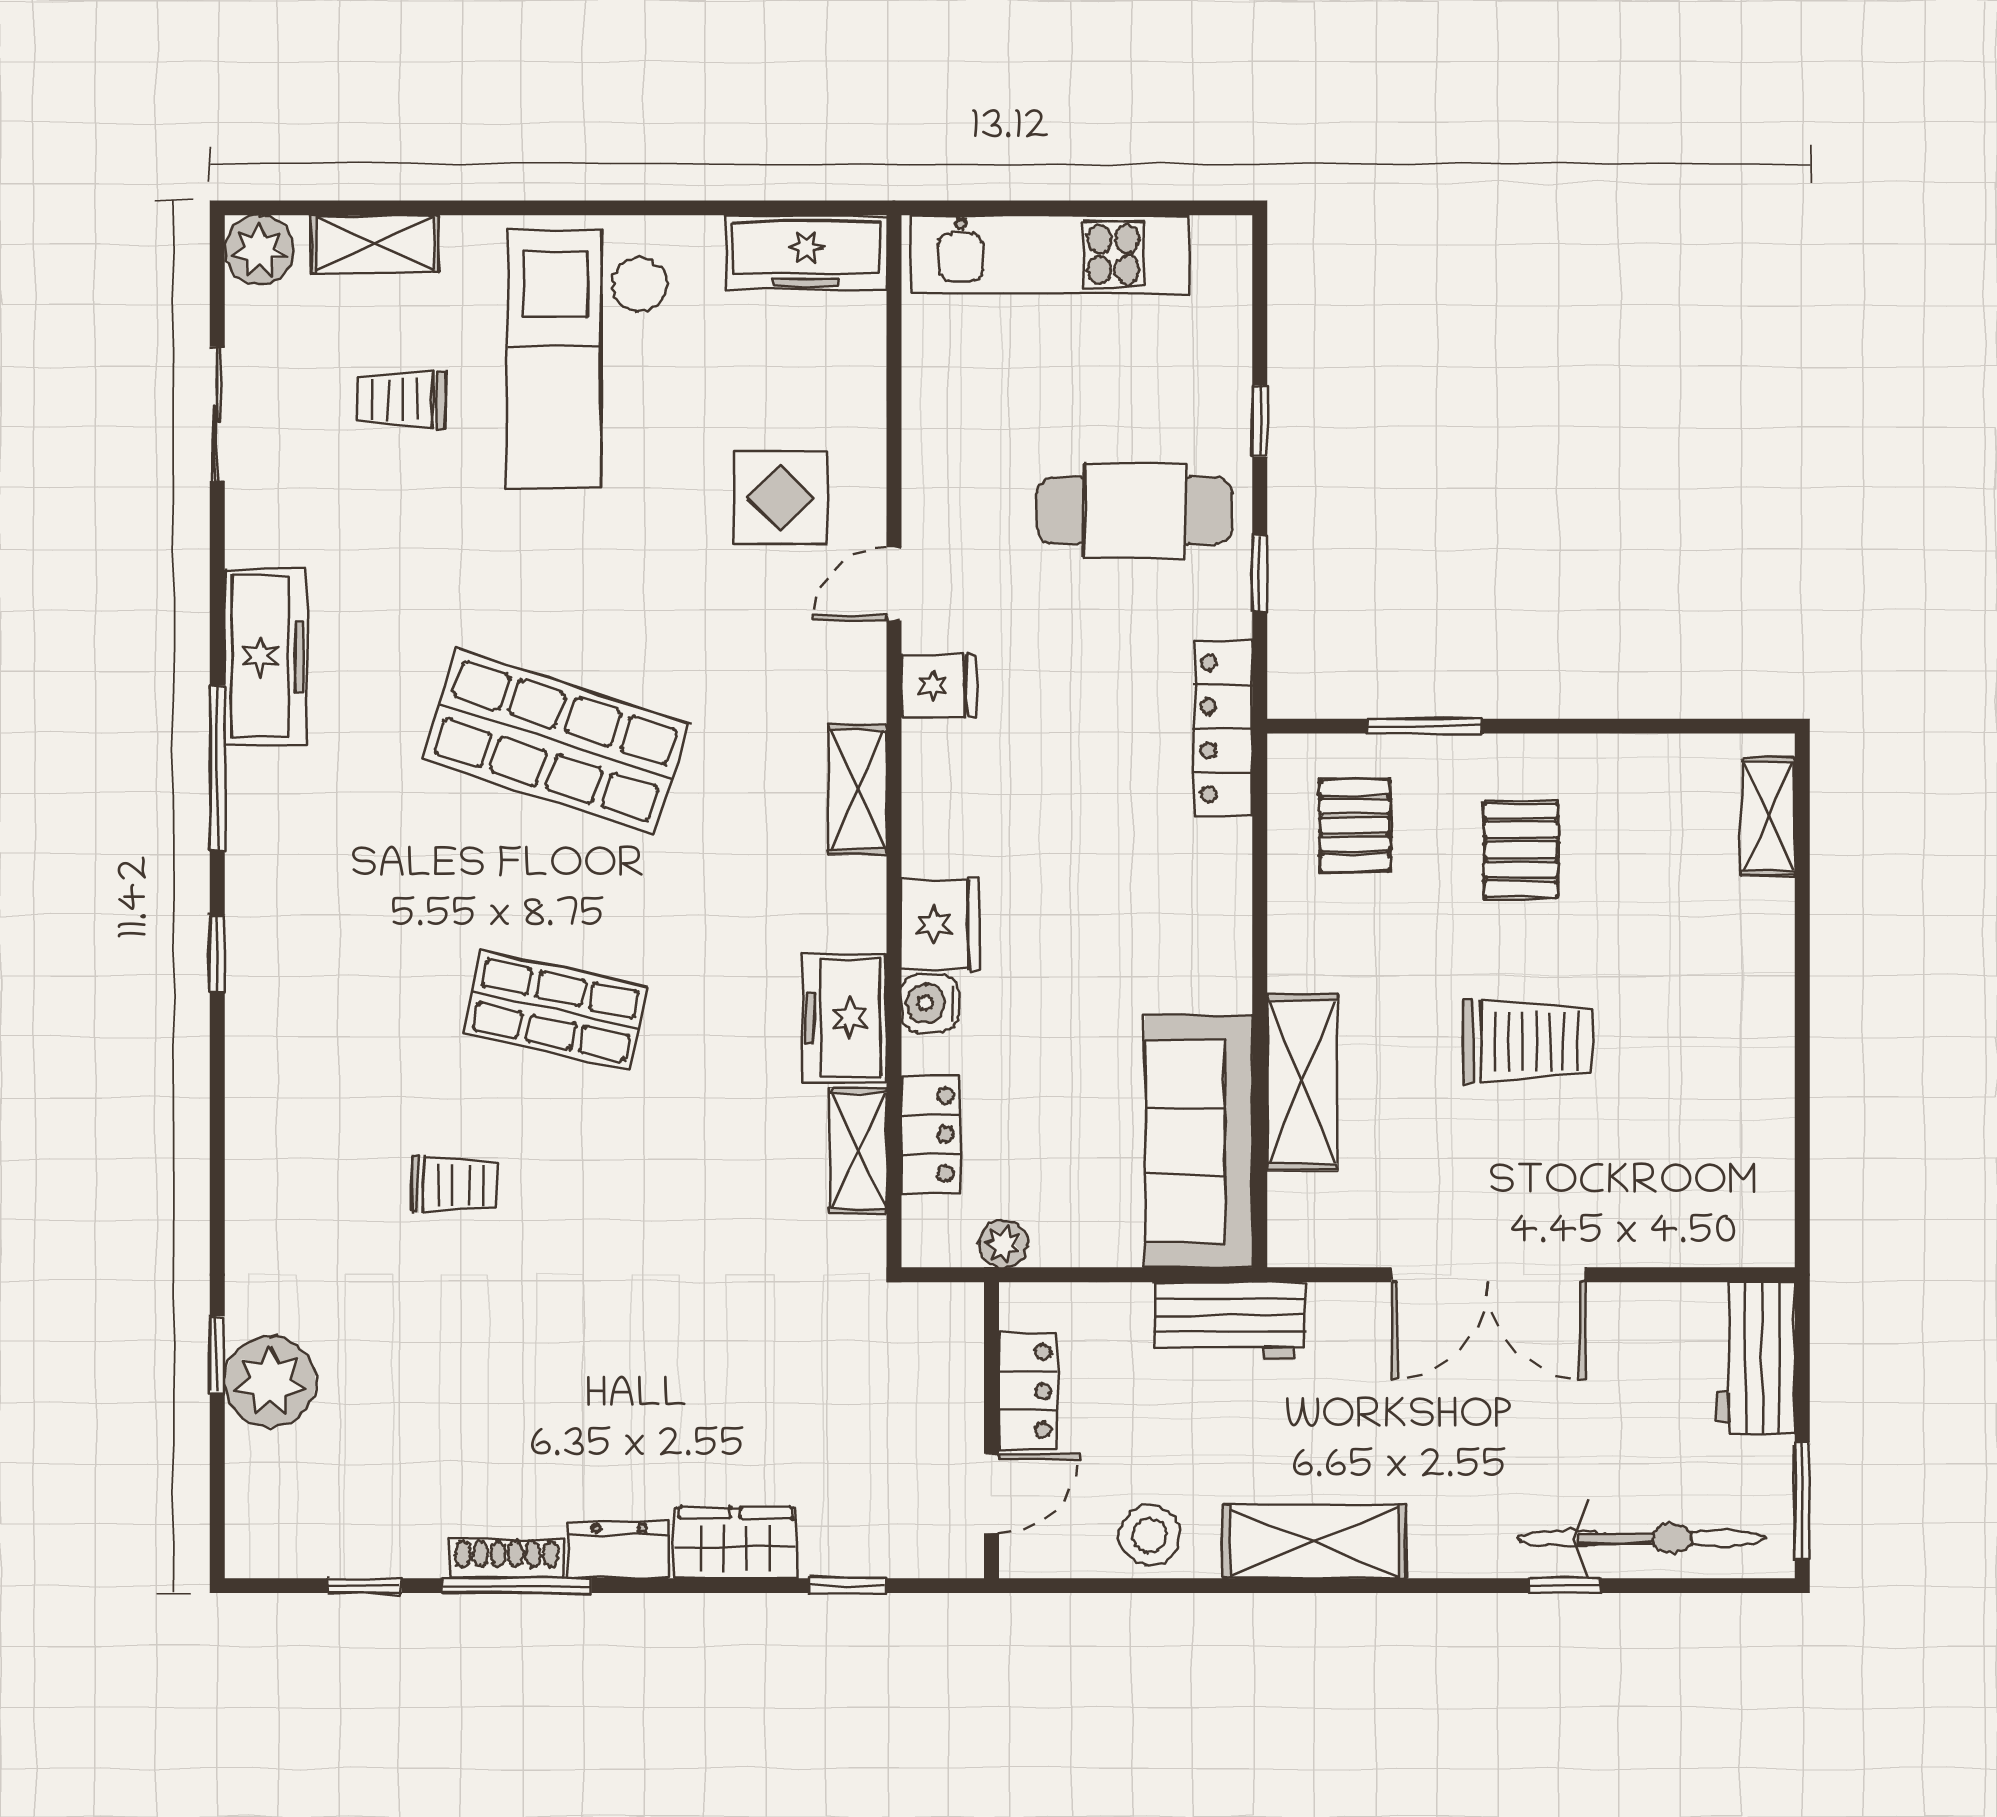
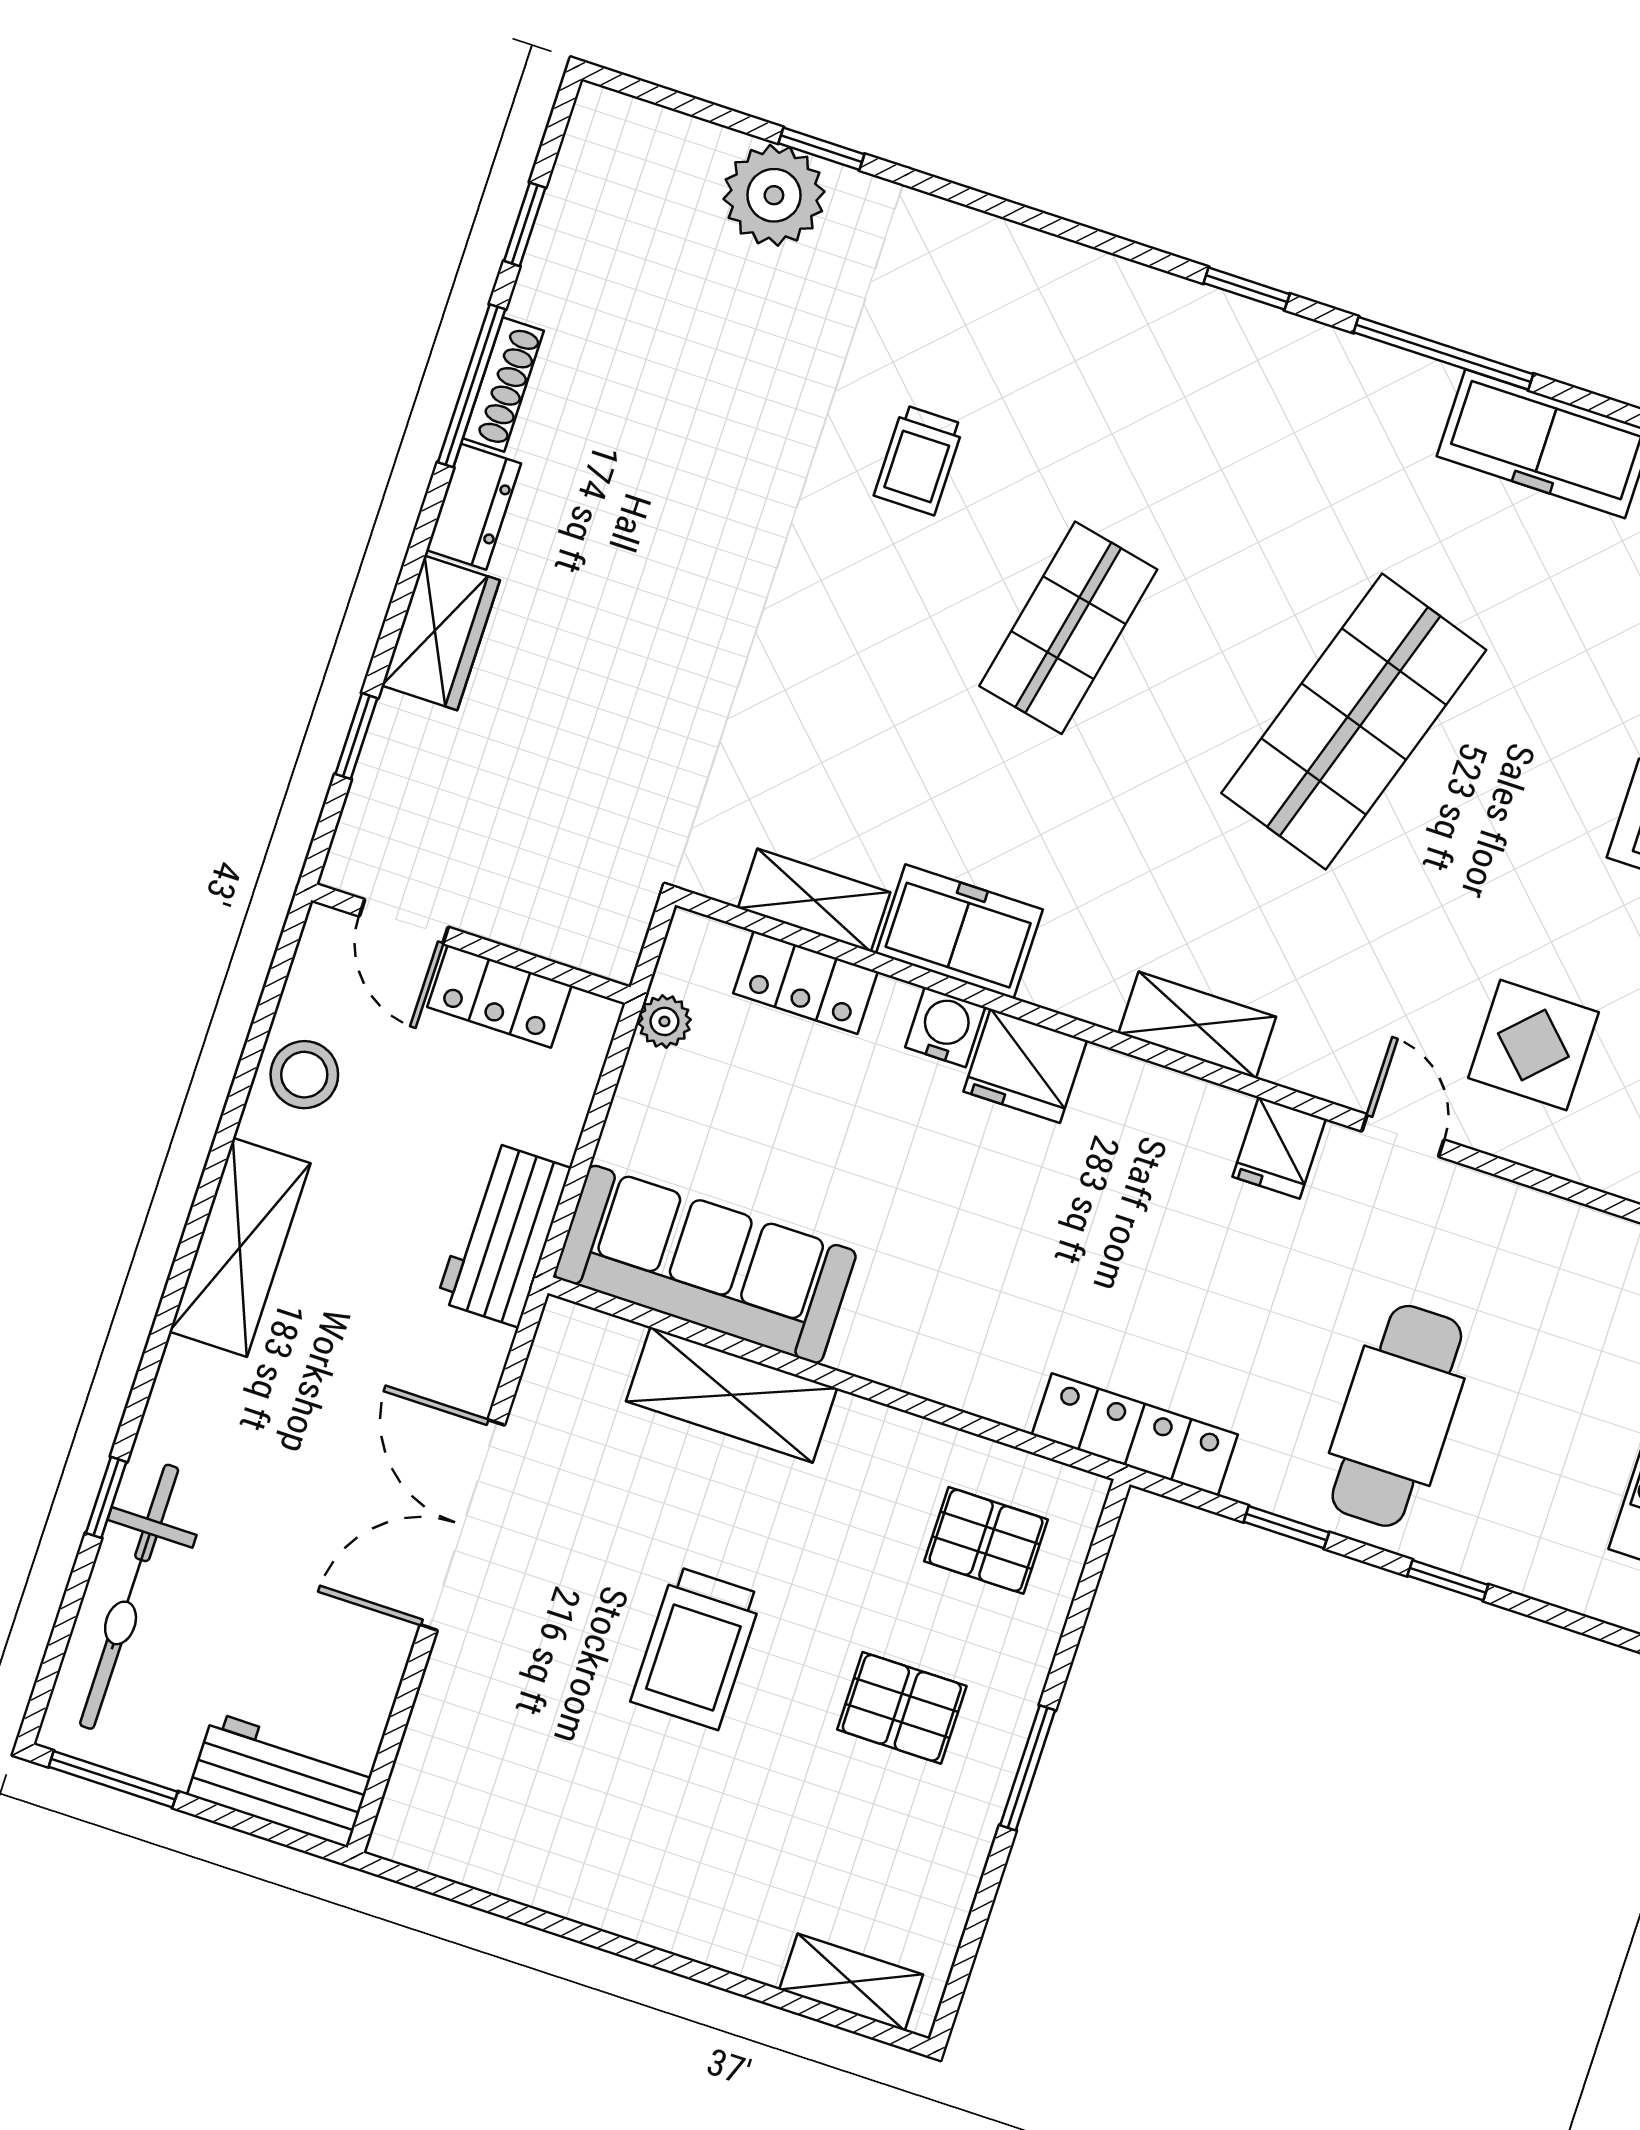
window: (1425, 726) -> (1028, 1768), moved

